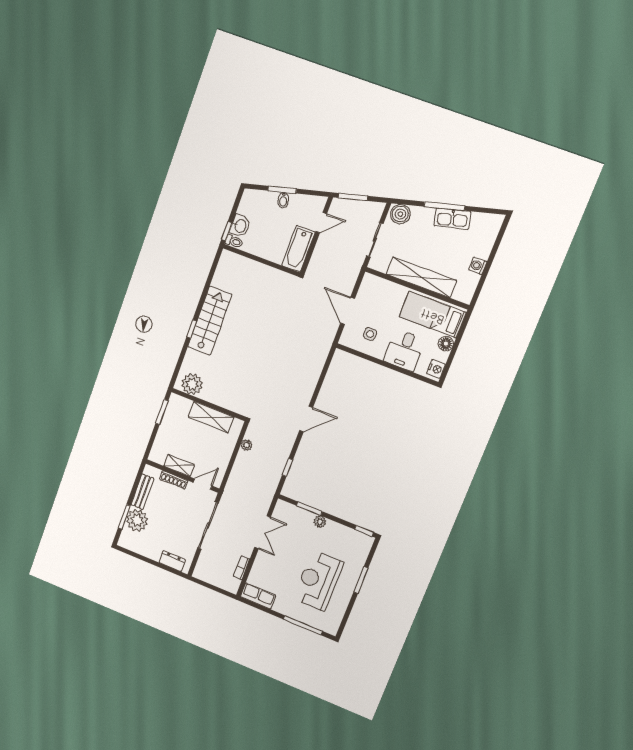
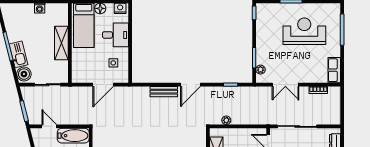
kitchen sink: (452, 219) -> (19, 54), moved
shelving: (421, 277) -> (61, 43), width x0.68
bench: (310, 383) -> (164, 92), added
door: (306, 419) -> (190, 85), swing flipped
plant: (320, 522) -> (260, 70), moved
double door: (263, 532) -> (285, 85), swing flipped
reception desk: (318, 581) -> (304, 31), turned 180

